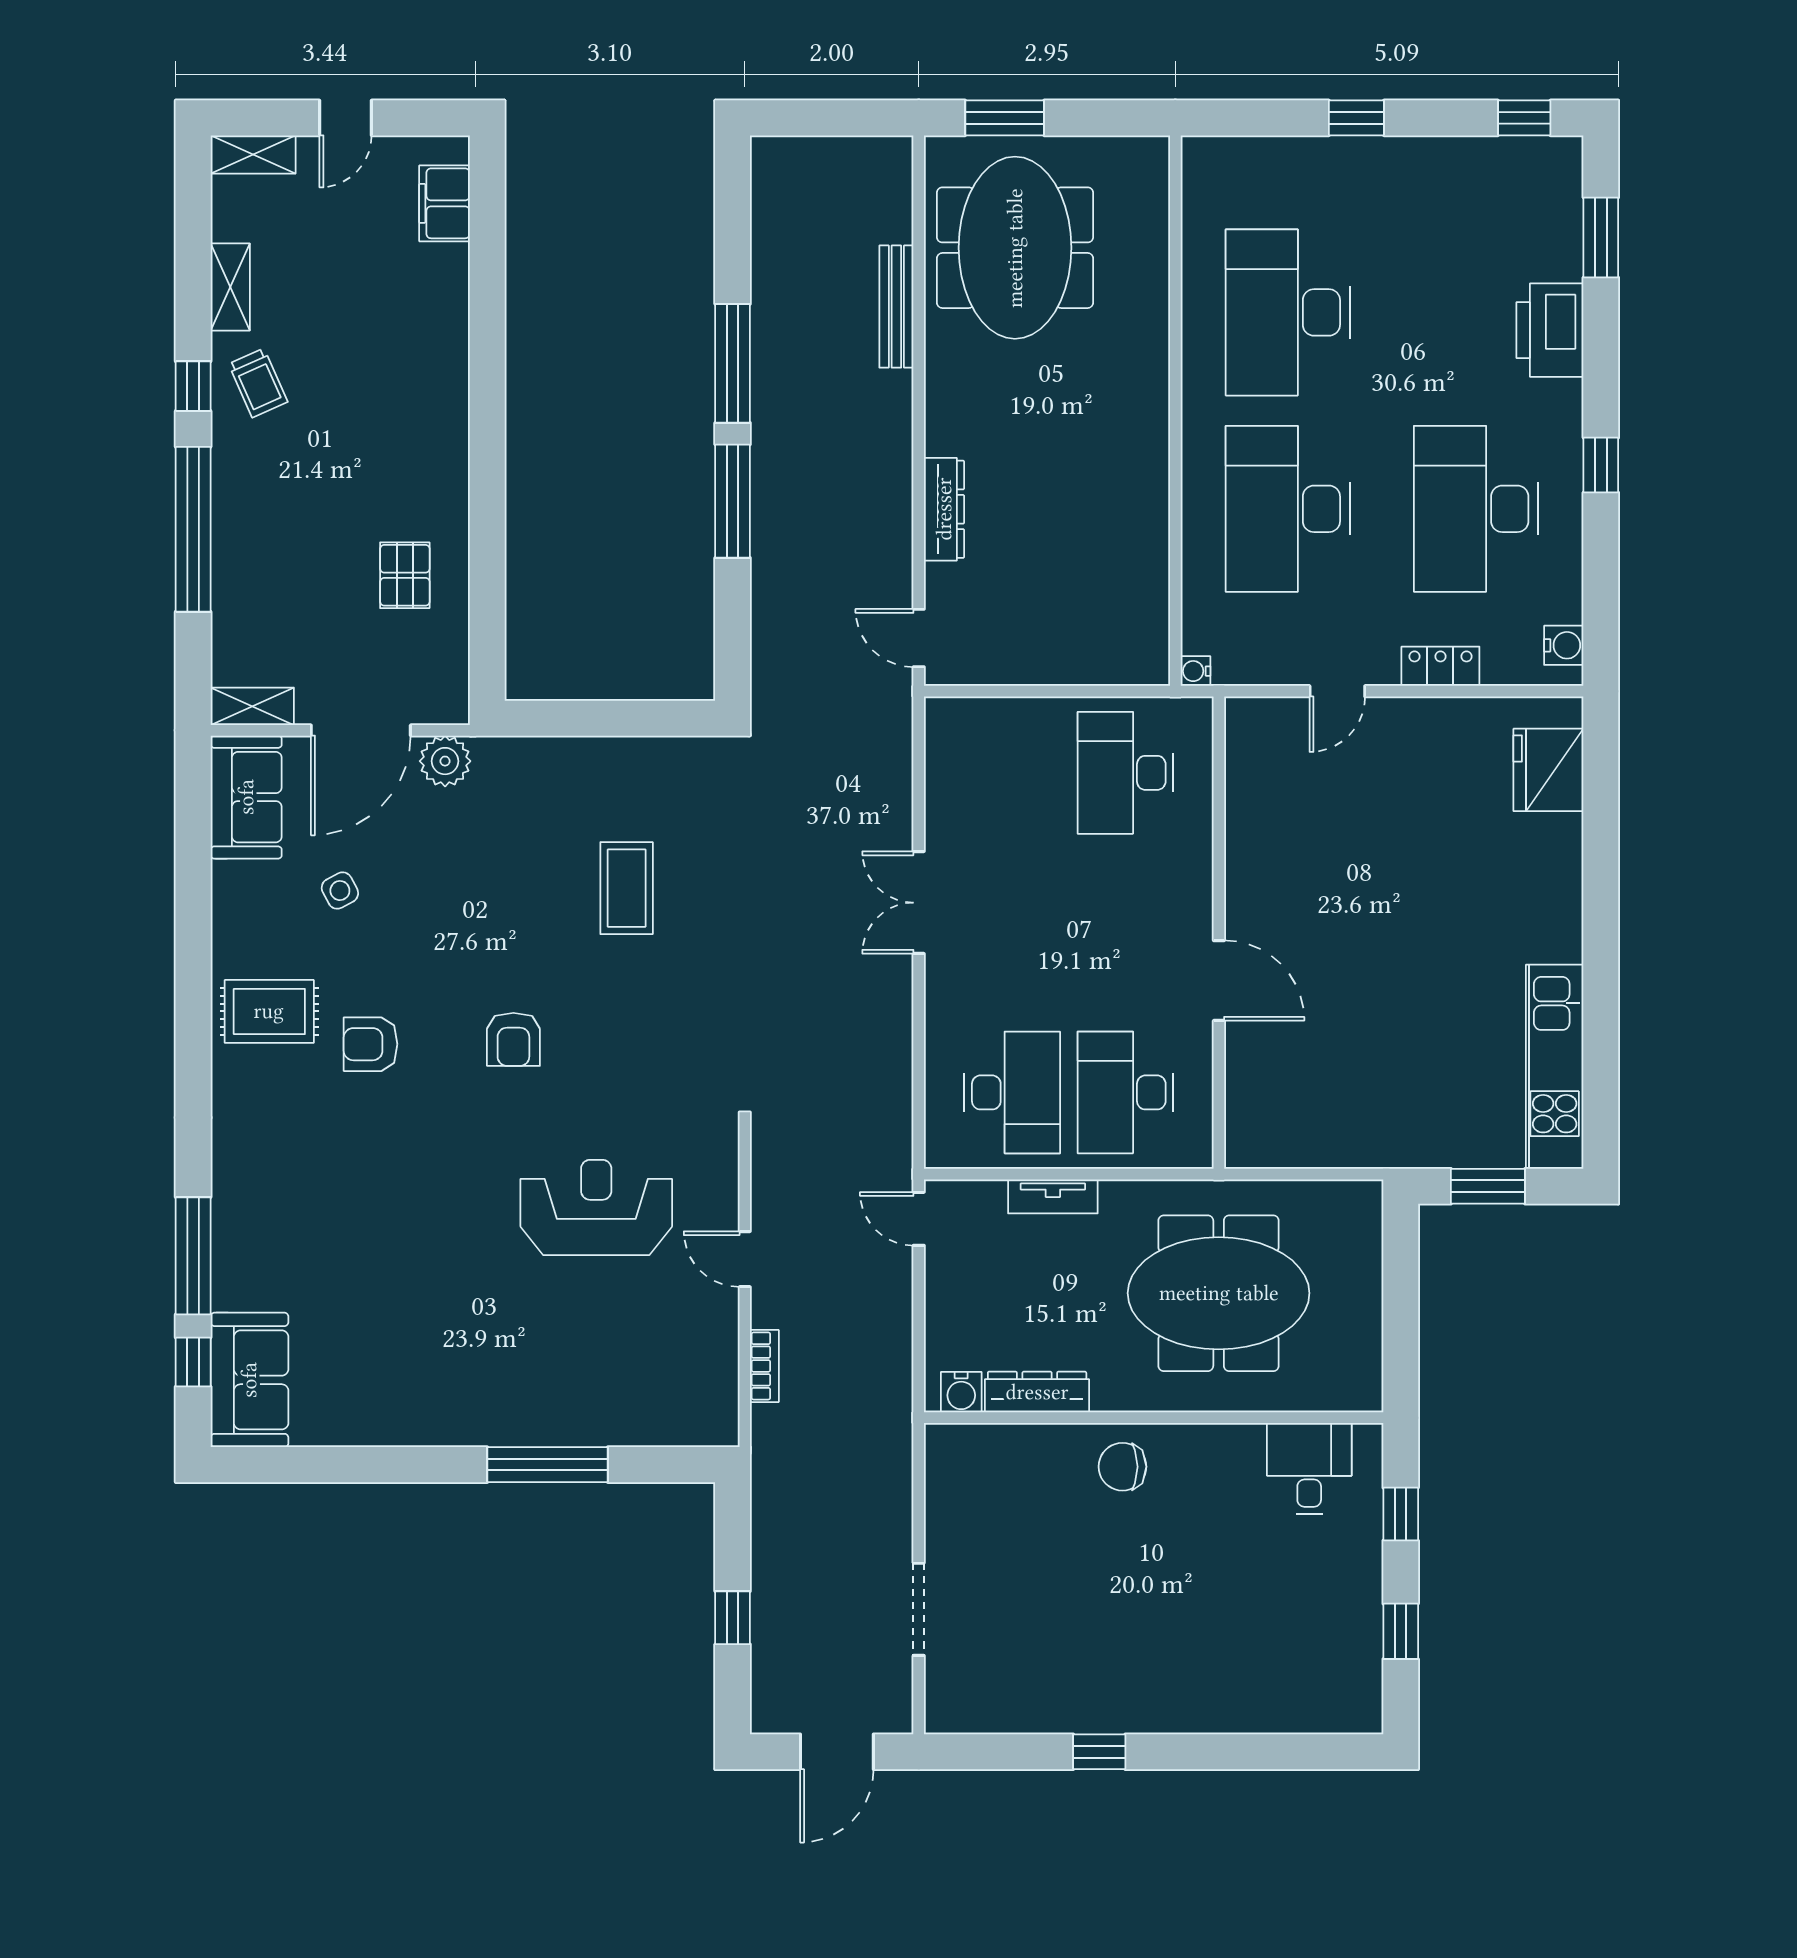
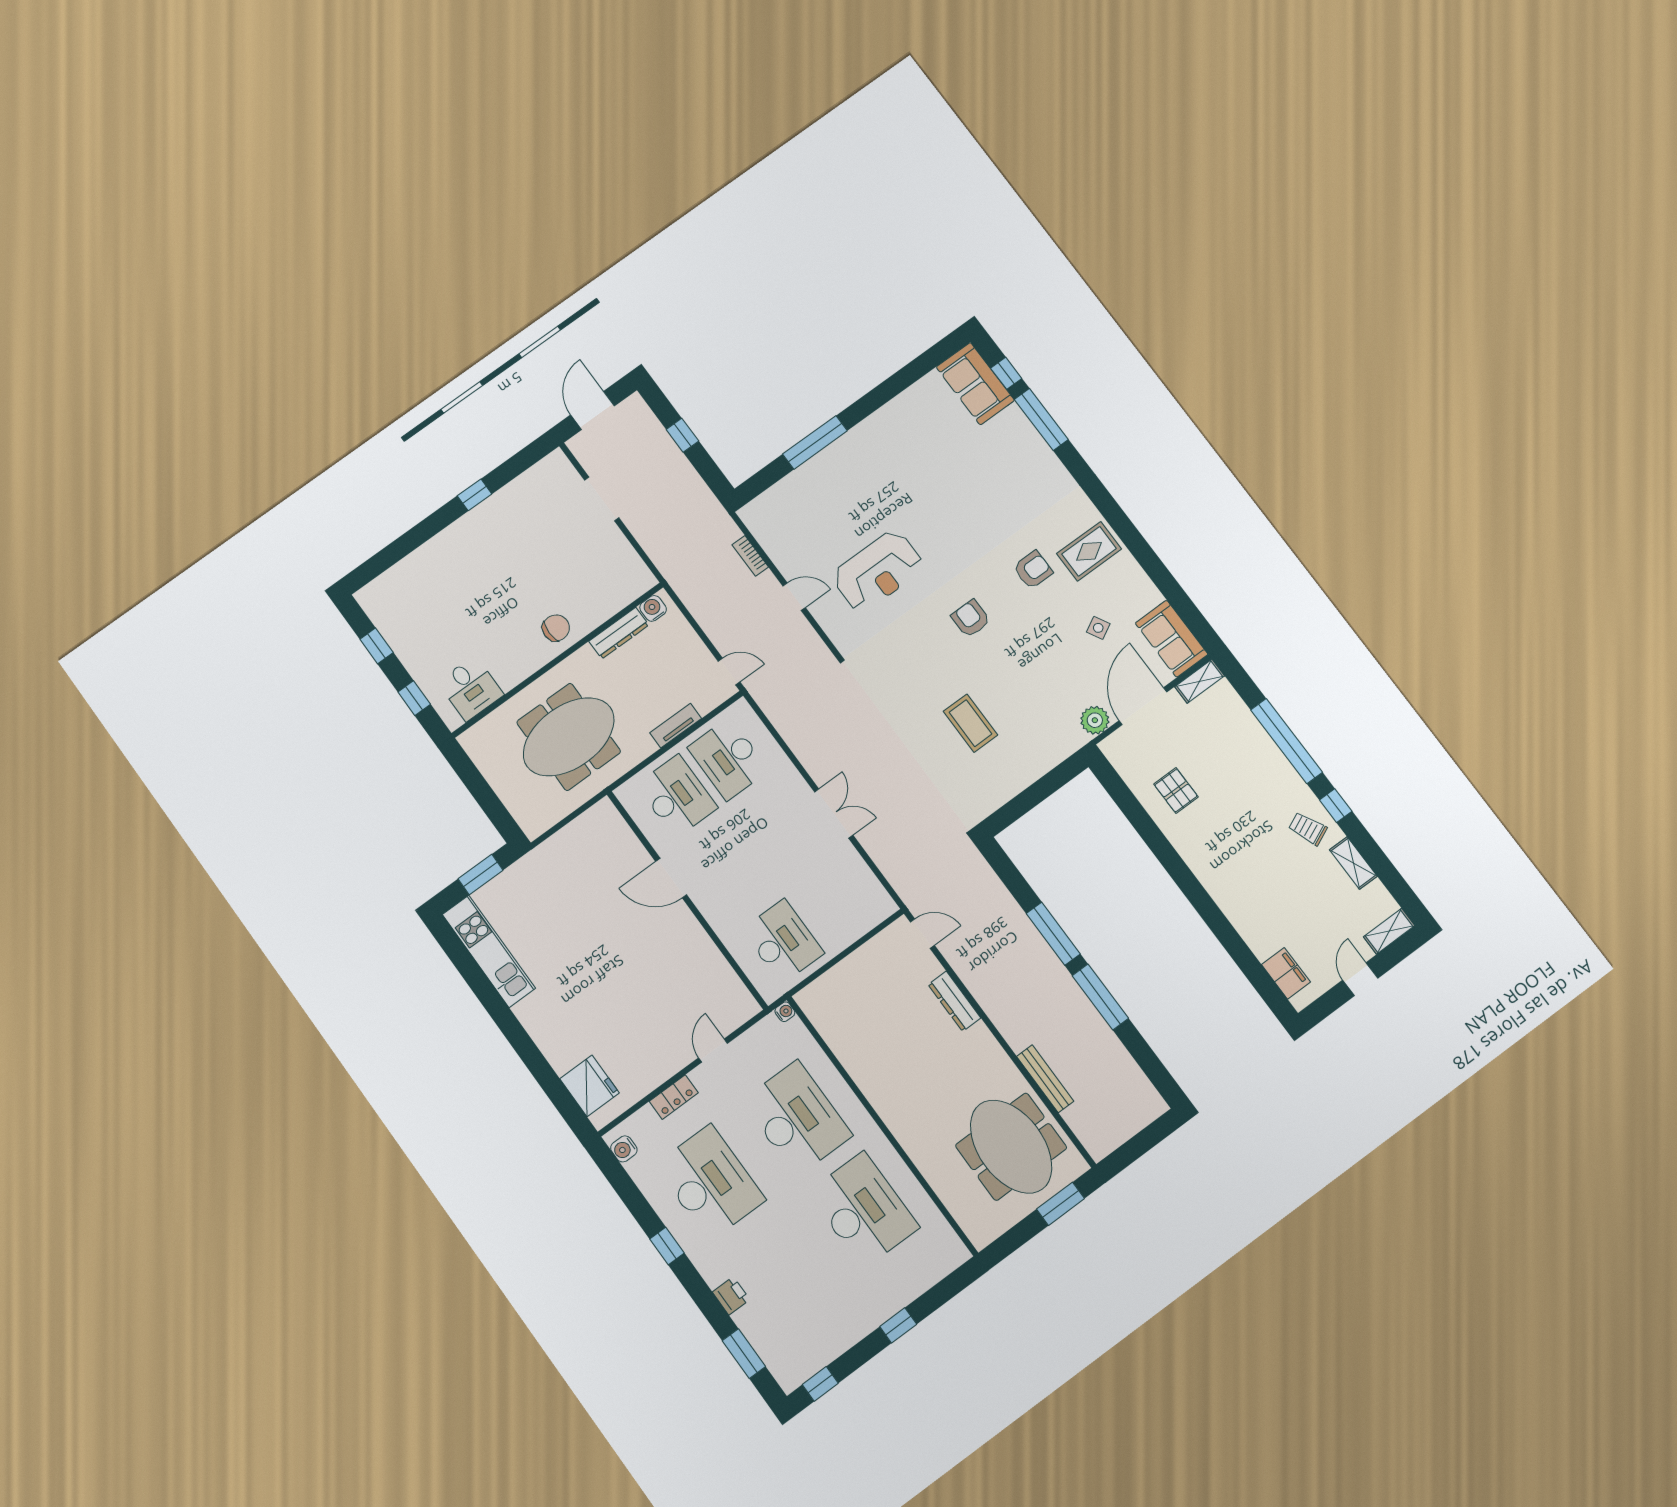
printer: (1550, 330) -> (731, 1296), width x0.53, depth x0.68

